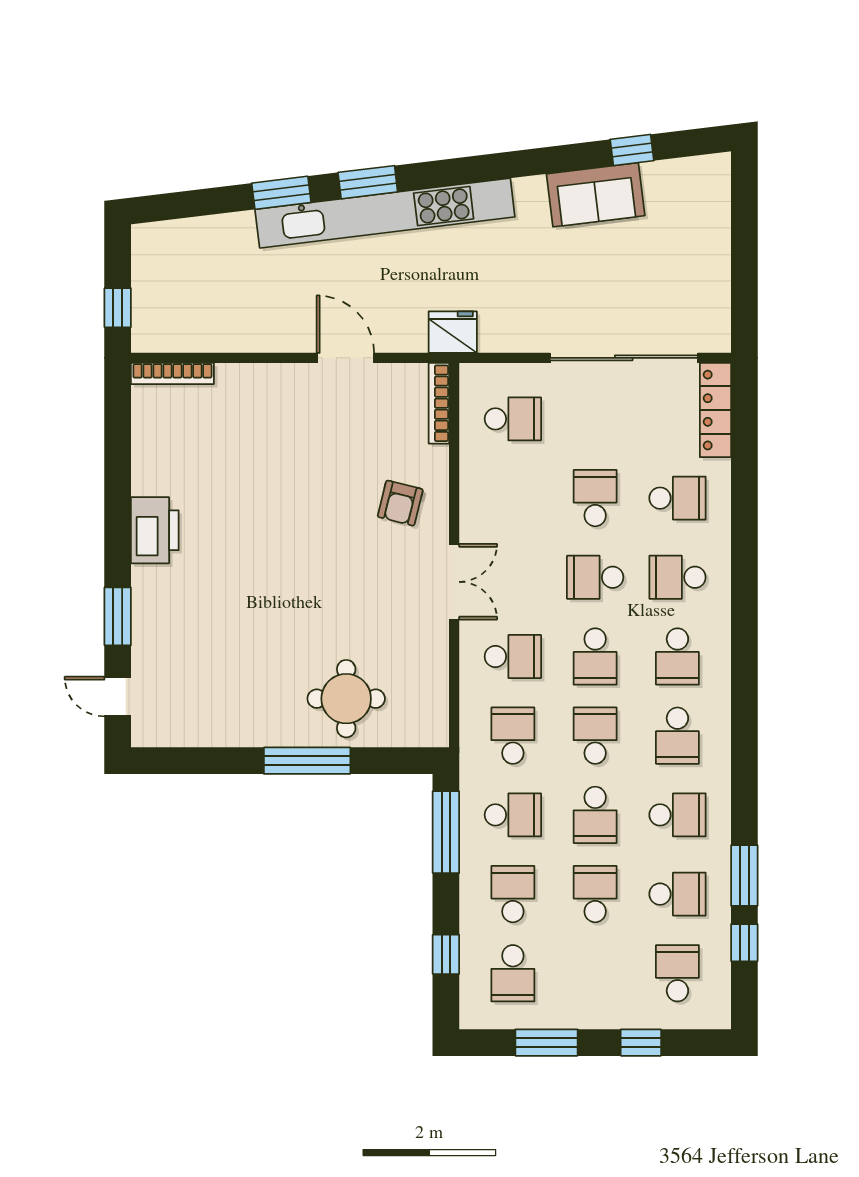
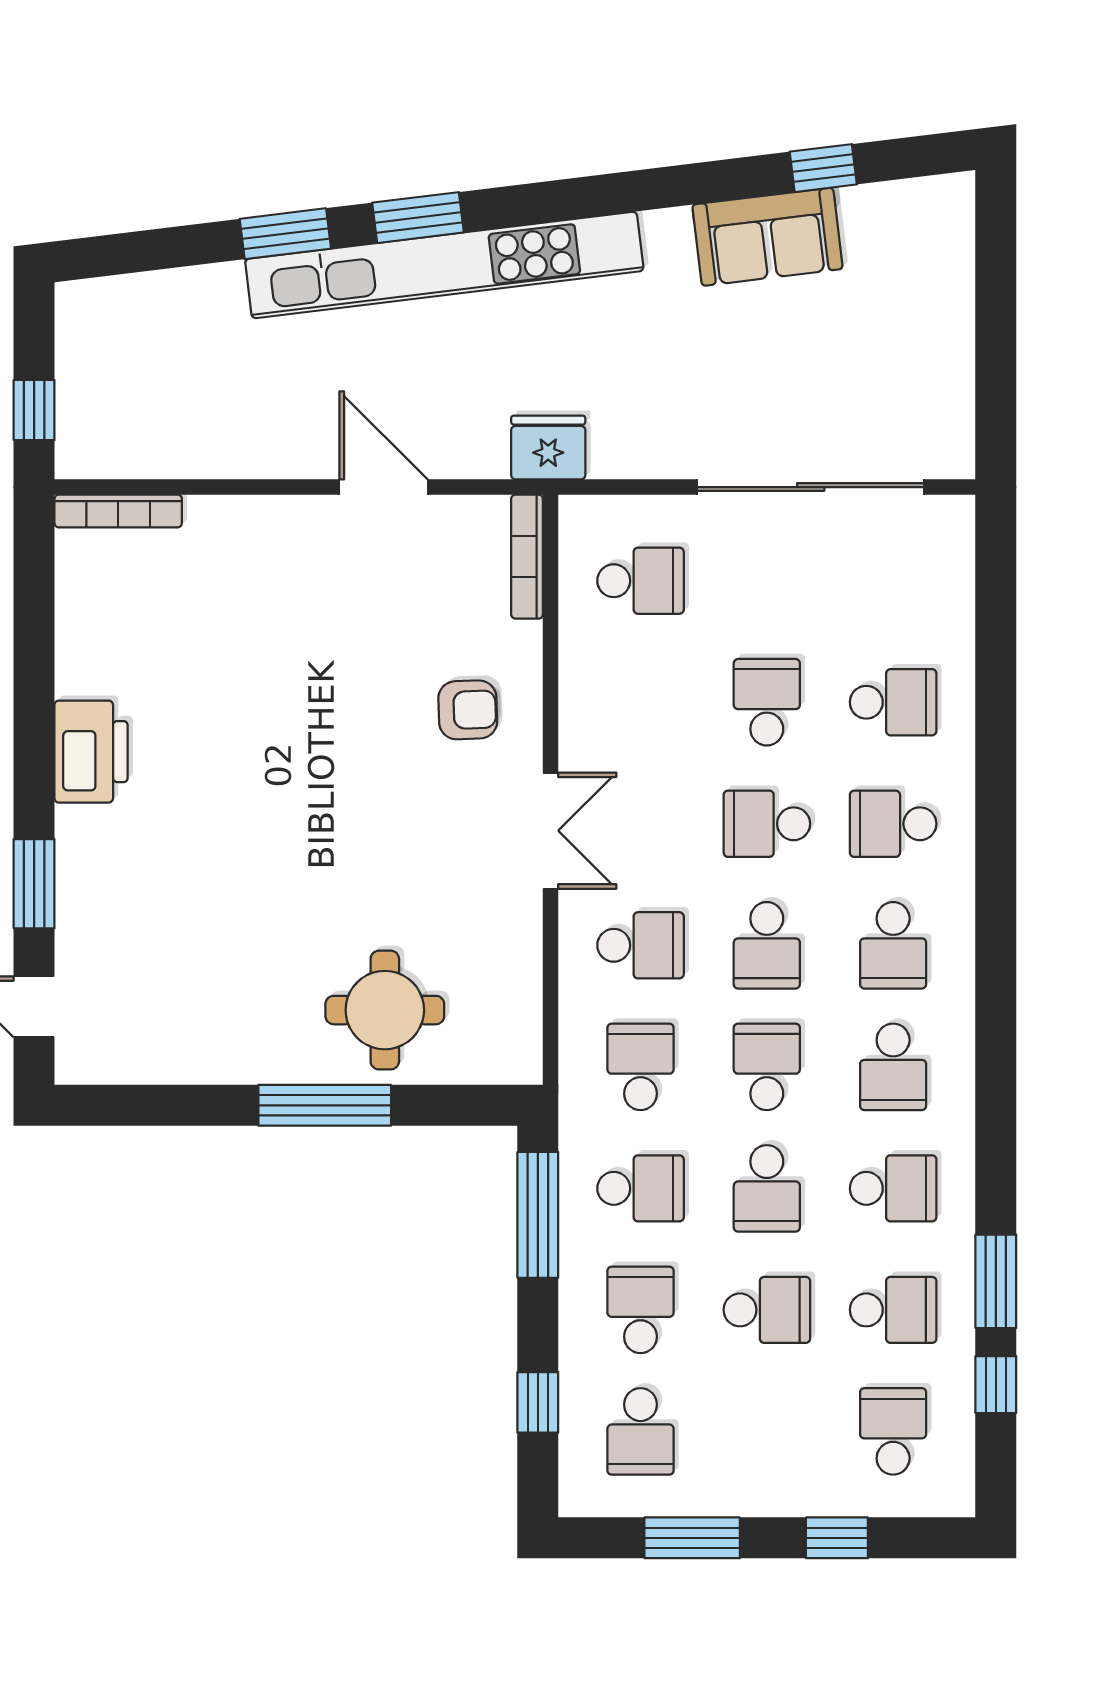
locker: (715, 410) -> (951, 567), removed
armchair: (400, 503) -> (468, 710), turned -106
school desk: (595, 894) -> (767, 1310), turned 90

